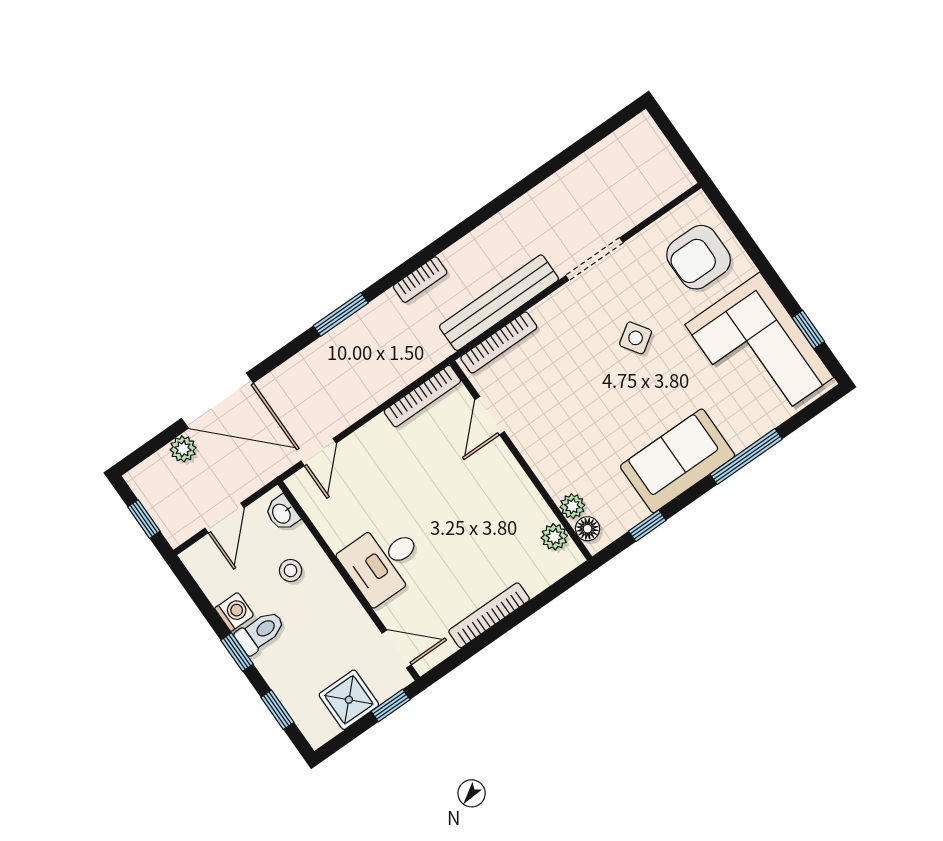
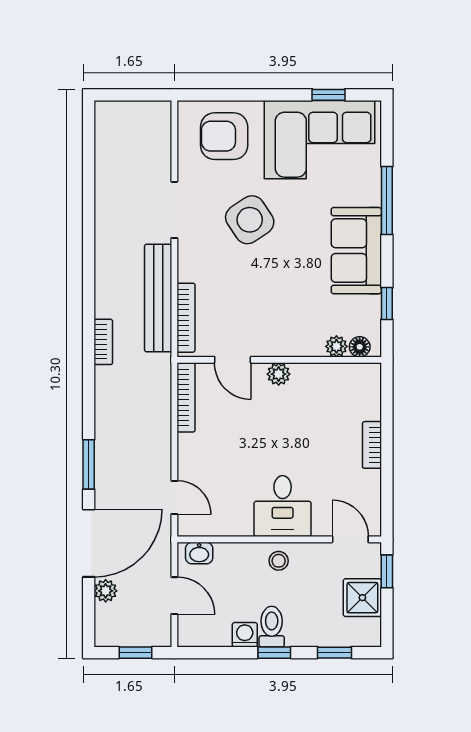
armchair: (699, 257) -> (224, 136), turned 90
window: (341, 314) -> (89, 464), moved
side table: (636, 338) -> (250, 220), width x1.87, depth x1.87
plant: (554, 537) -> (279, 374), moved
stool: (291, 570) -> (279, 561), moved
bookcase: (489, 615) -> (372, 445), width x0.64
door: (397, 649) -> (350, 539), hinge flipped

